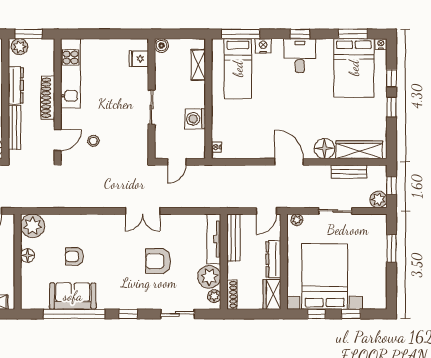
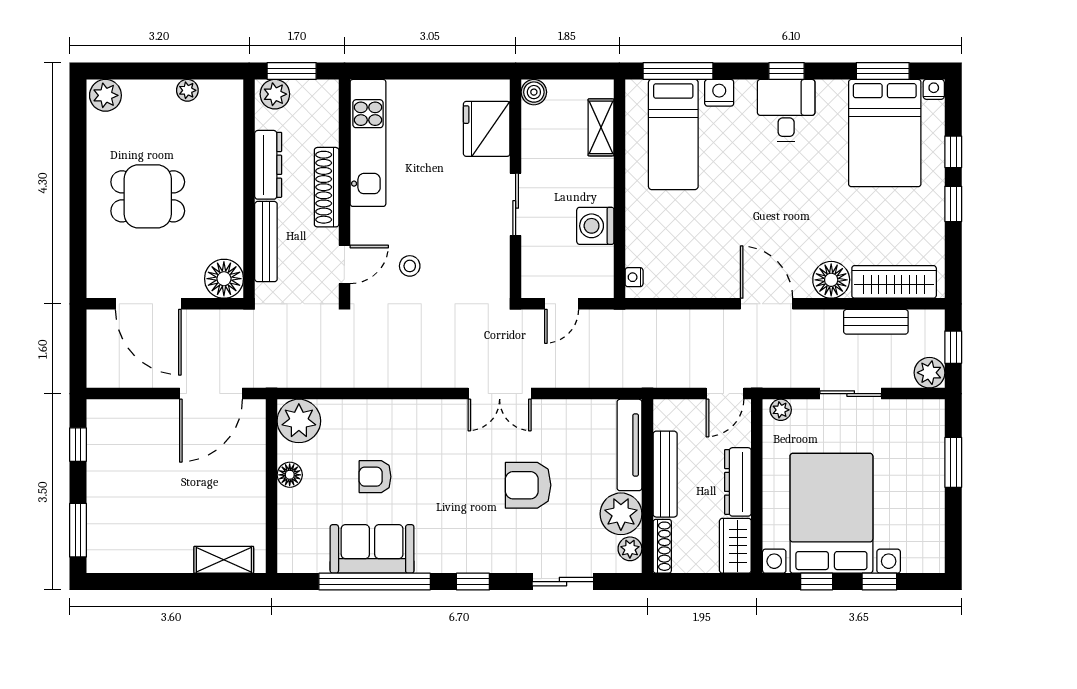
fridge: (139, 59) -> (487, 129), width x1.88, depth x1.34
bench: (233, 238) -> (665, 474), moved

